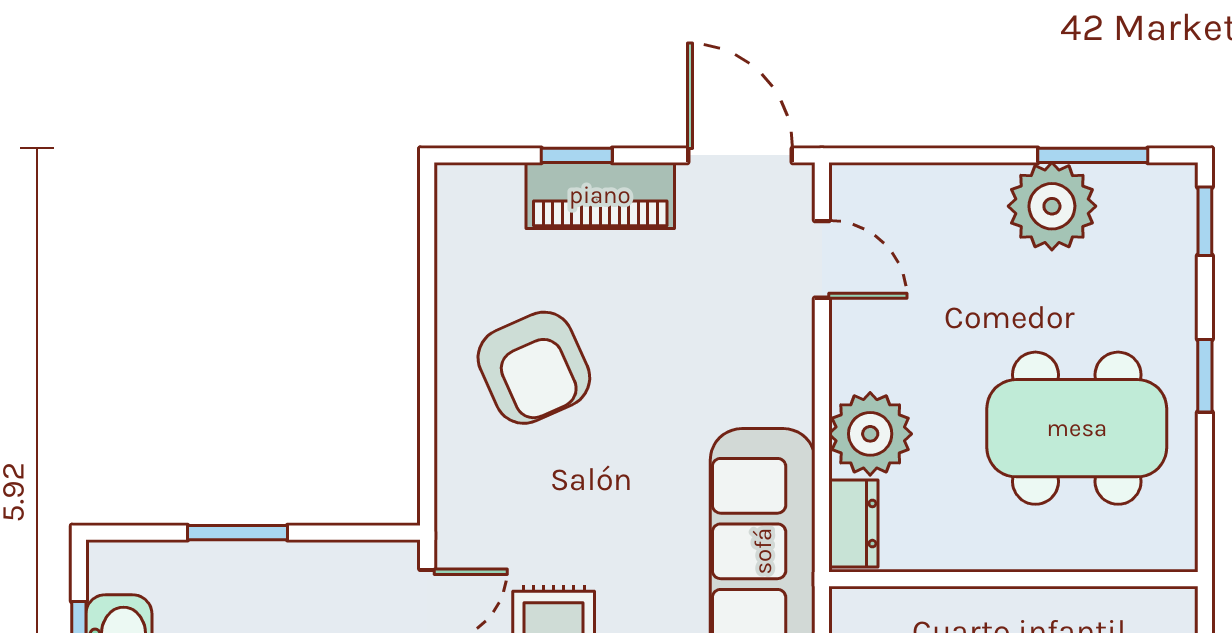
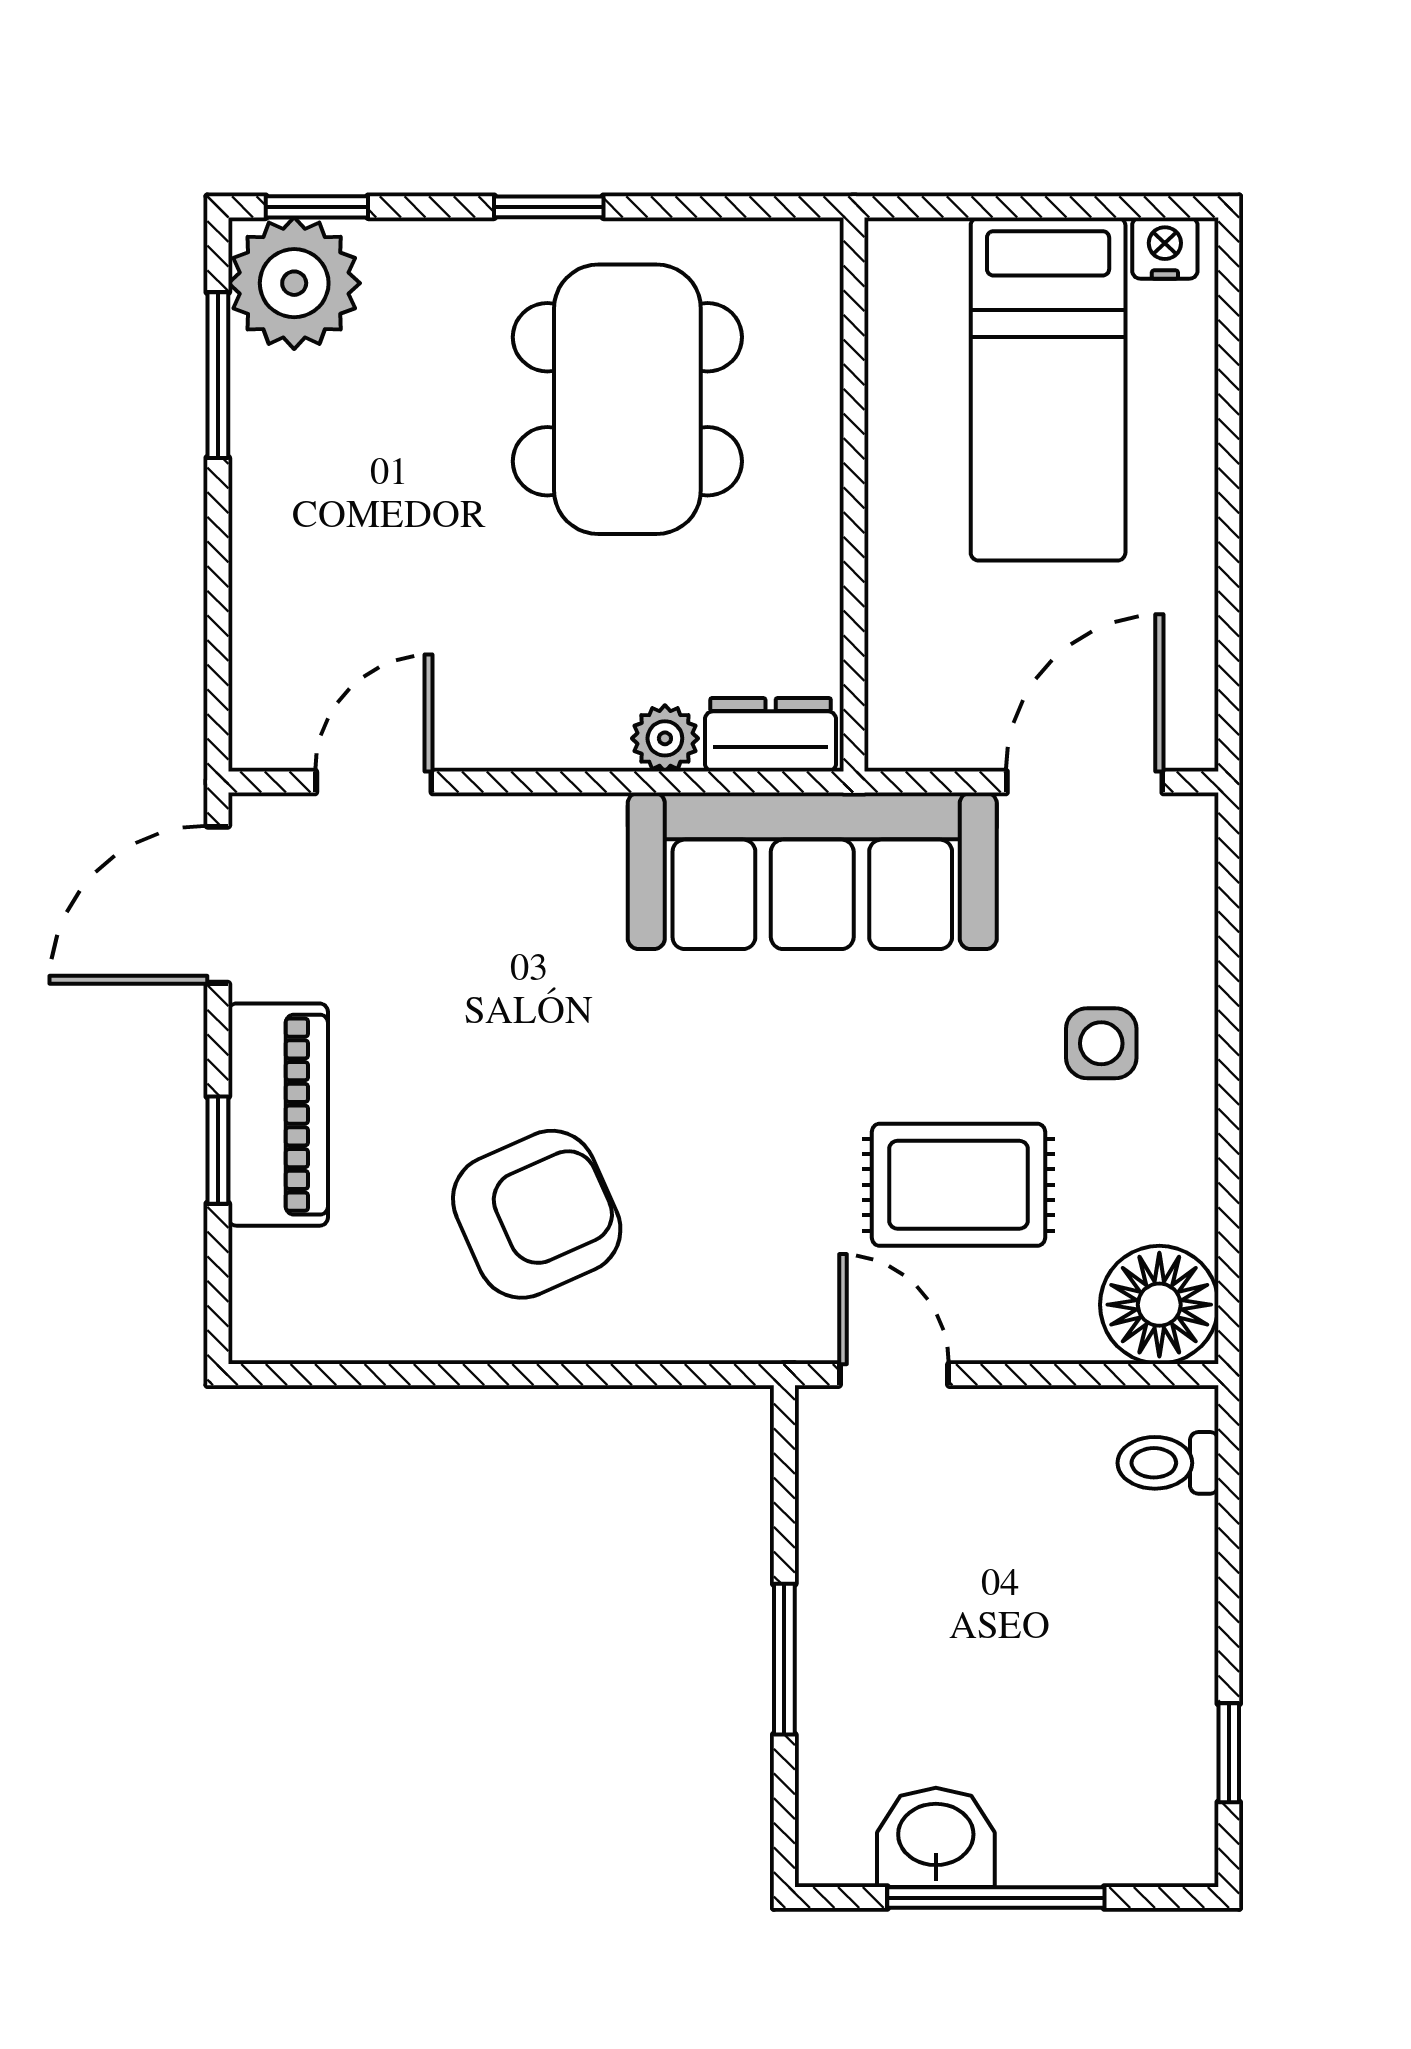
plant: (1052, 206) -> (294, 283), moved
plant: (870, 434) -> (665, 738), width x0.53, depth x0.53

